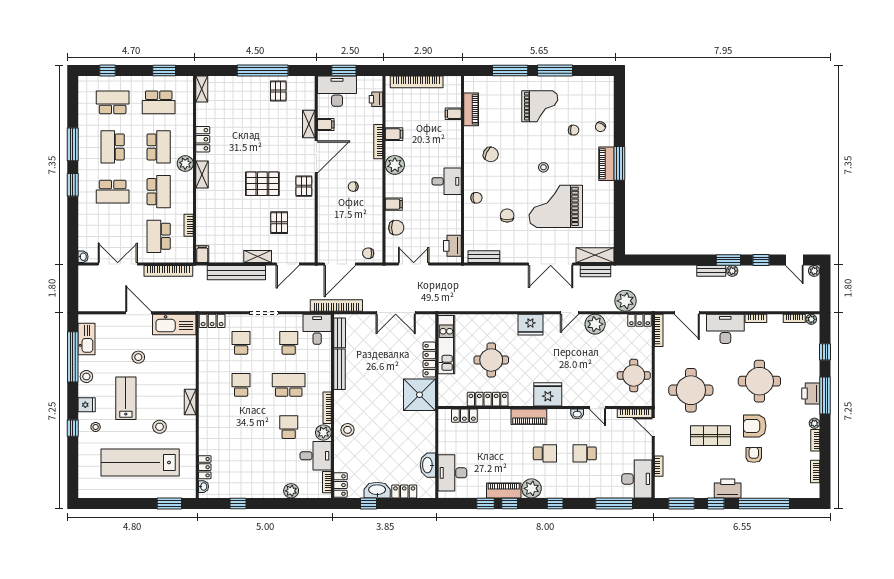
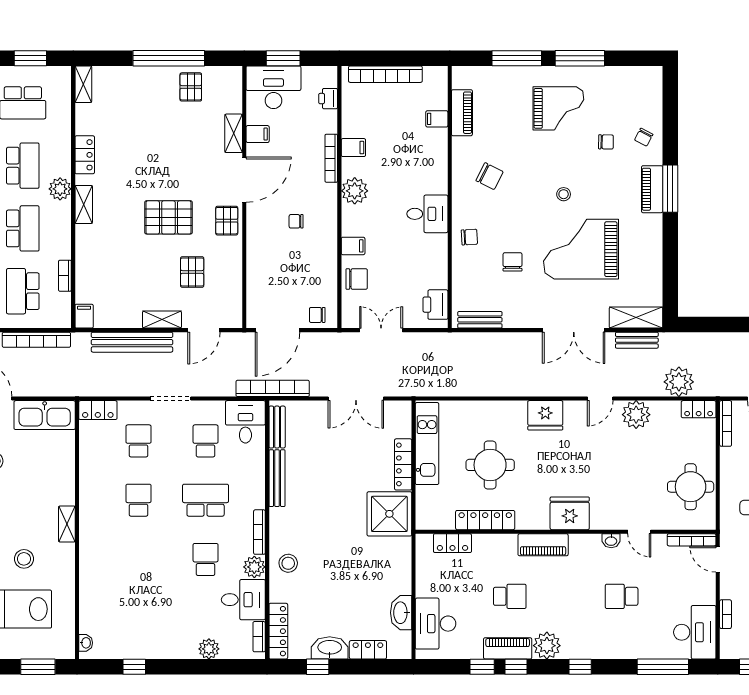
school desk: (545, 453) -> (510, 596), moved
locker: (205, 467) -> (88, 616), removed
locker: (340, 485) -> (278, 631), width x1.53

